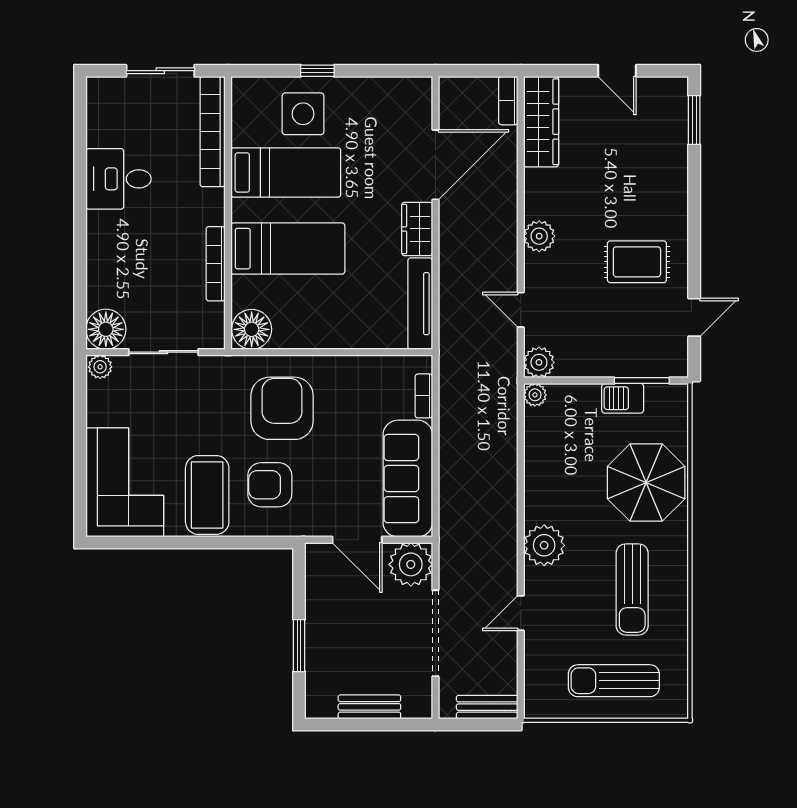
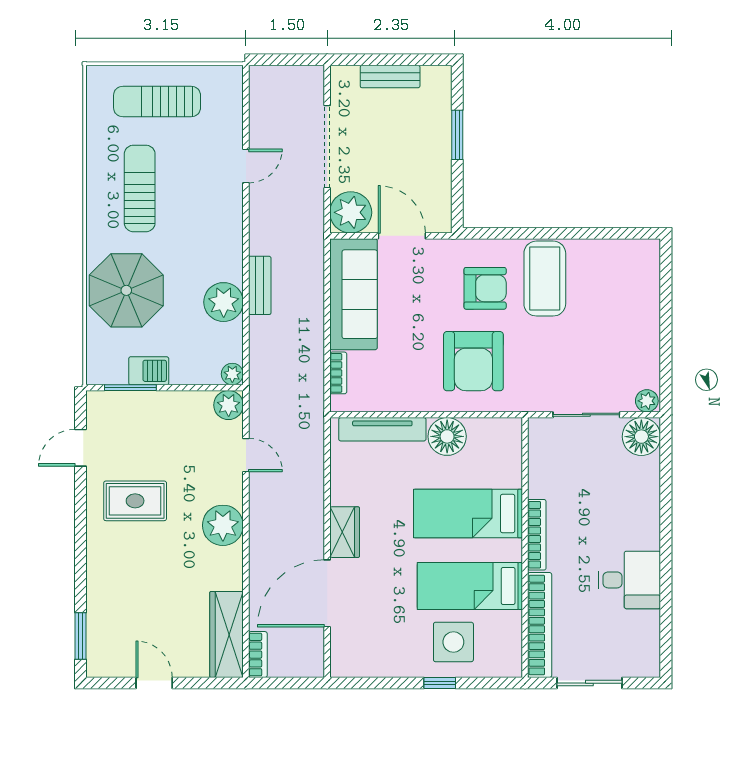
plant: (539, 236) -> (223, 525), width x1.36, depth x1.36
bookcase: (216, 264) -> (537, 535), moved
tv unit: (420, 304) -> (382, 429), moved, turned 90
floor lamp: (252, 329) -> (447, 436), moved
corner sofa: (125, 482) -> (623, 291), removed
plant: (544, 545) -> (224, 302), moved
sun lounger: (614, 681) -> (157, 102), turned 180
bench: (487, 707) -> (260, 285), moved, turned 90

